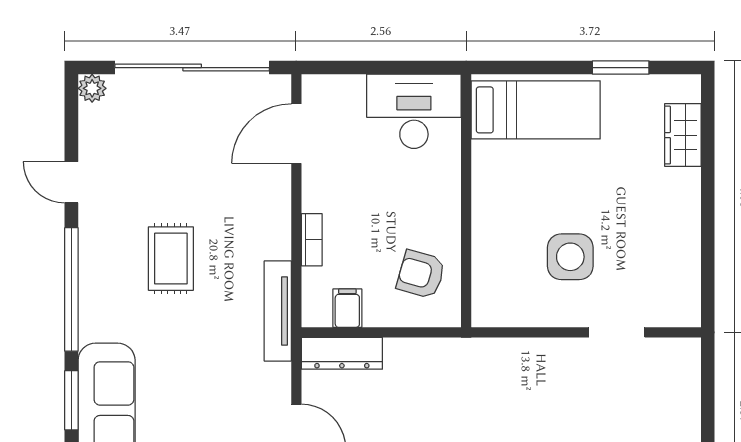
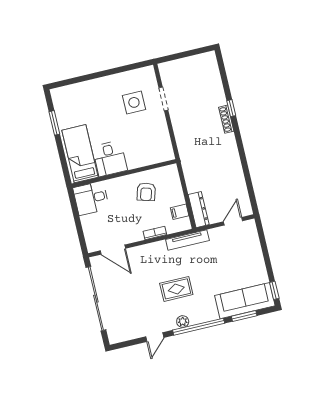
plant: (92, 88) -> (183, 322), moved
desk: (414, 111) -> (91, 198), width x0.73
wardrobe: (683, 135) -> (76, 91), removed
desk: (508, 176) -> (110, 158), added
side table: (570, 257) -> (134, 102), moved
armchair: (421, 274) -> (146, 192), moved

